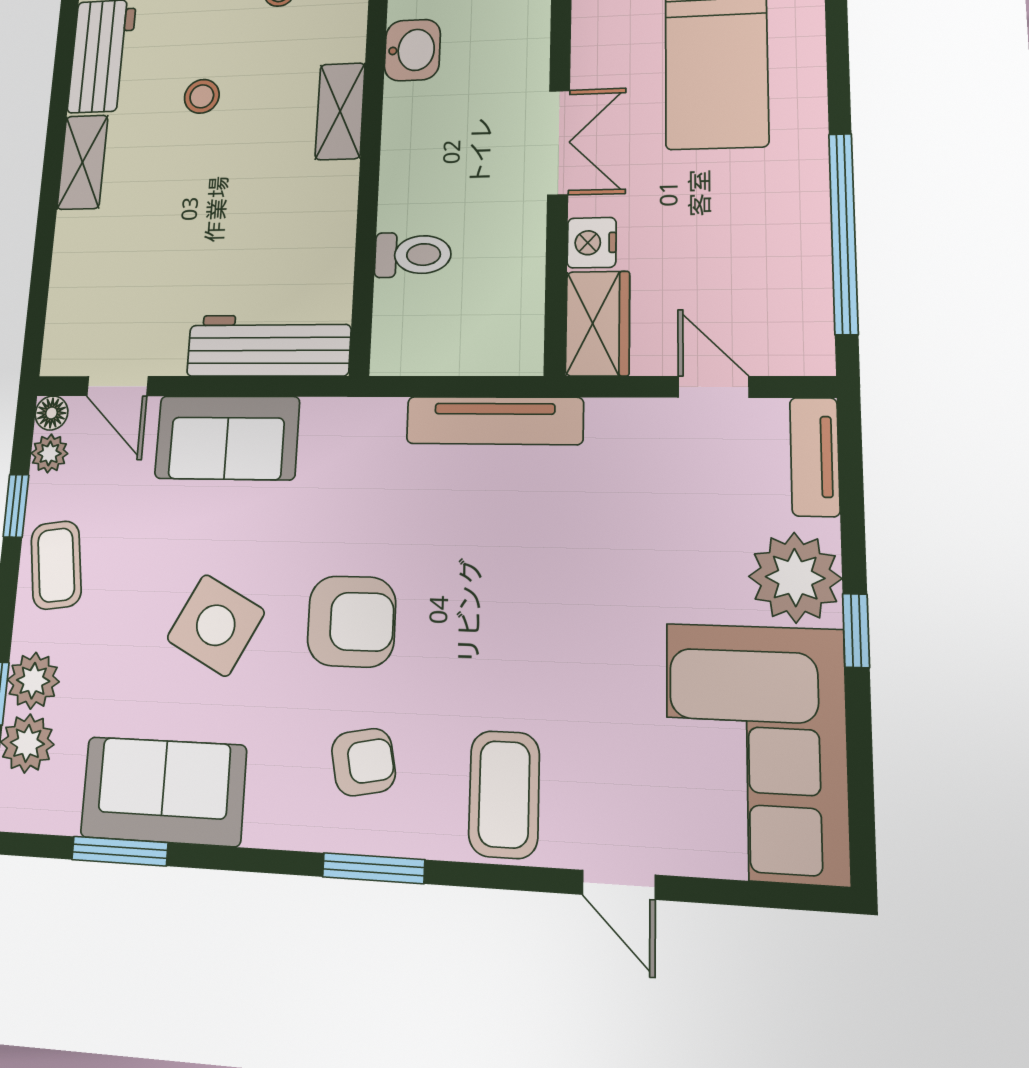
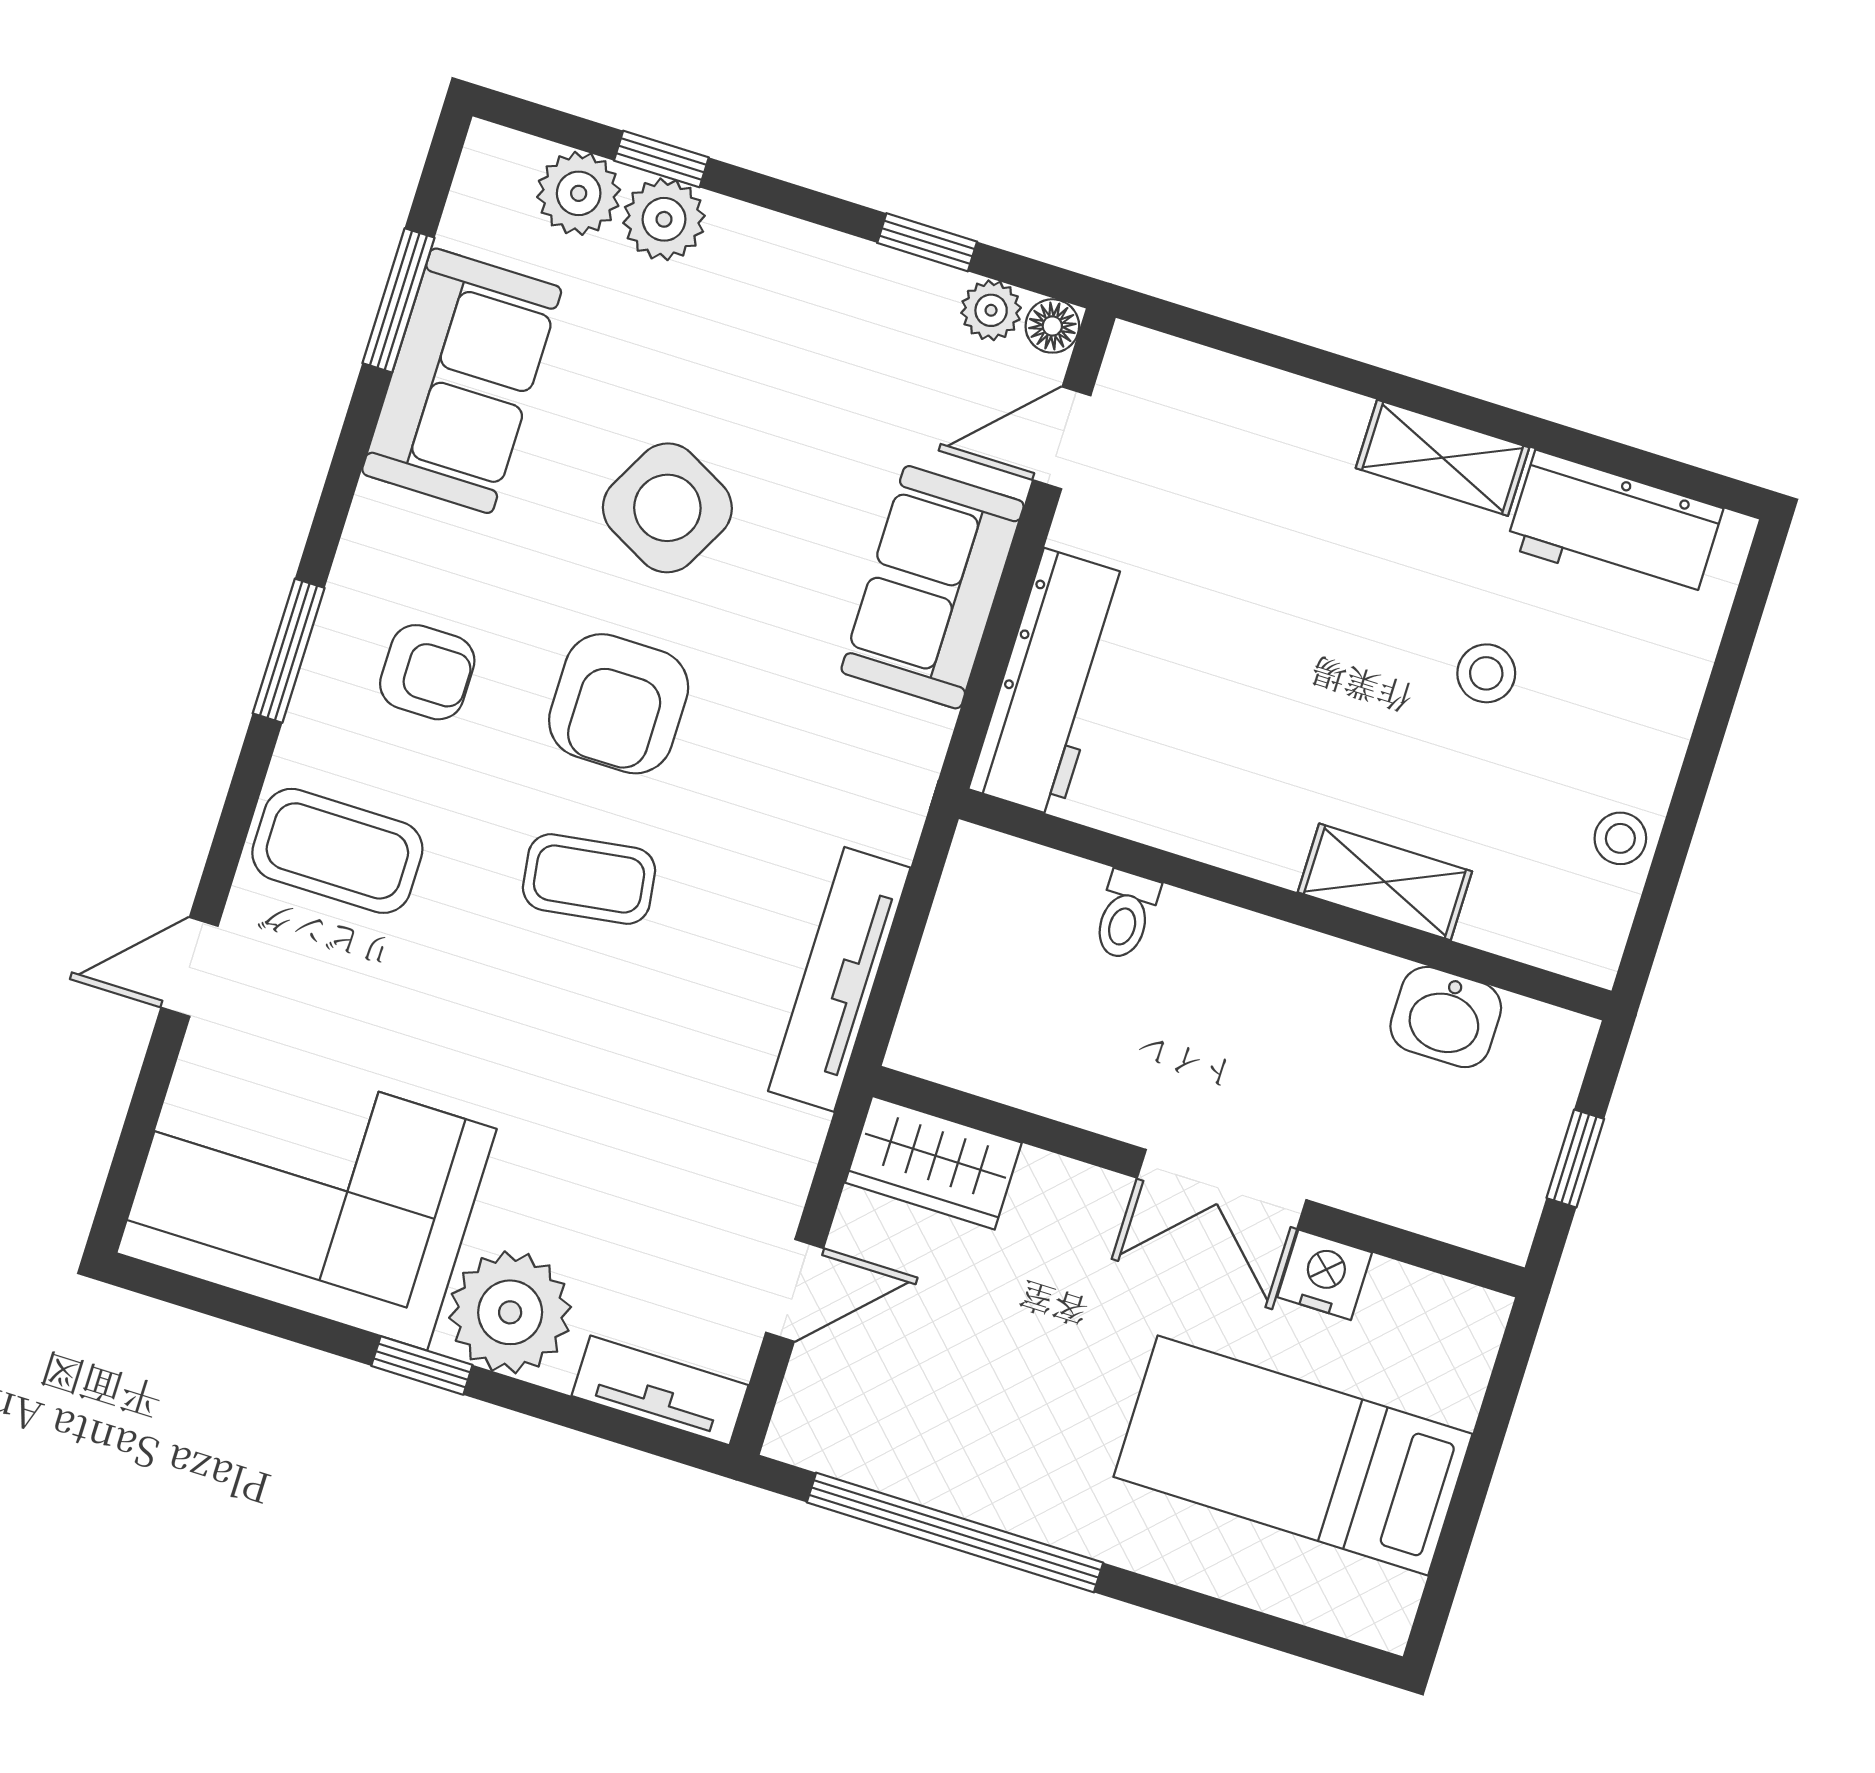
nightstand: (592, 243) -> (1325, 1275), moved
toilet: (413, 255) -> (1126, 915), width x0.73, depth x0.72
coffee table: (56, 565) -> (589, 879), moved
armchair: (363, 762) -> (427, 672), turned -79

